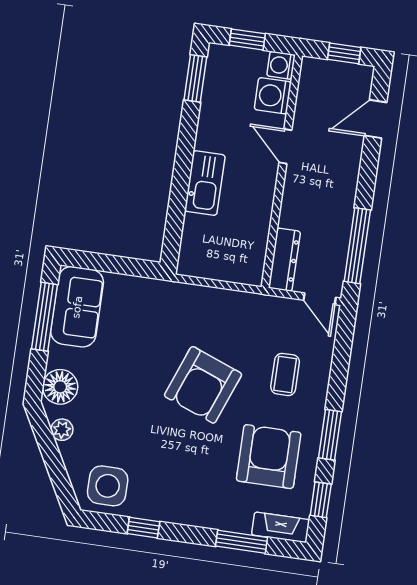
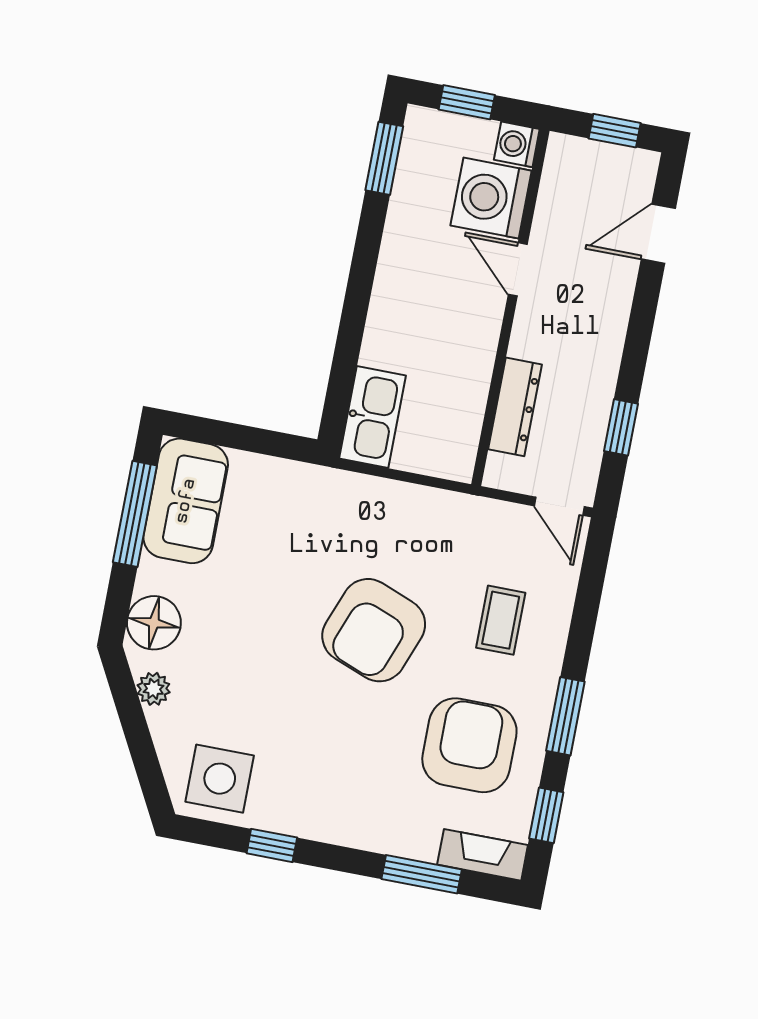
washing machine: (273, 96) -> (491, 198), width x1.37, depth x1.37
kitchen sink: (205, 183) -> (372, 417), moved
window: (357, 246) -> (621, 427), width x0.46
dresser: (284, 260) -> (515, 407), moved

